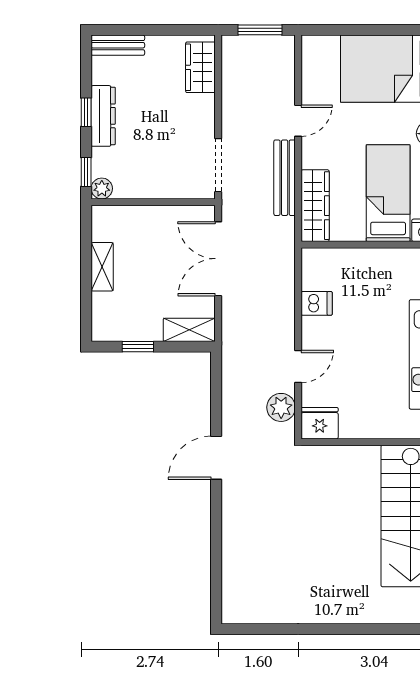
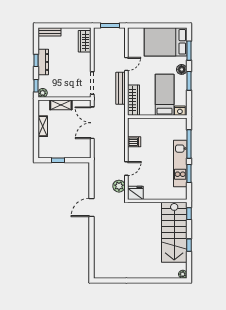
shelving: (189, 330) -> (61, 105), moved

